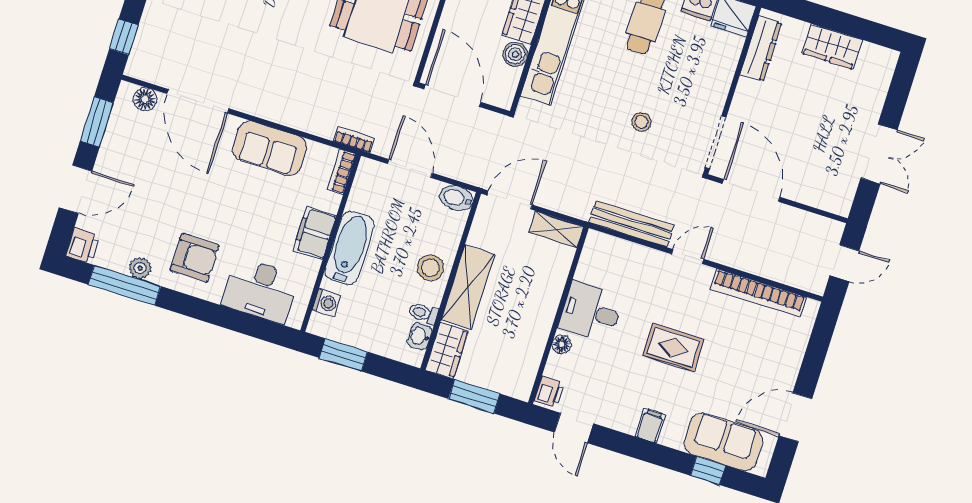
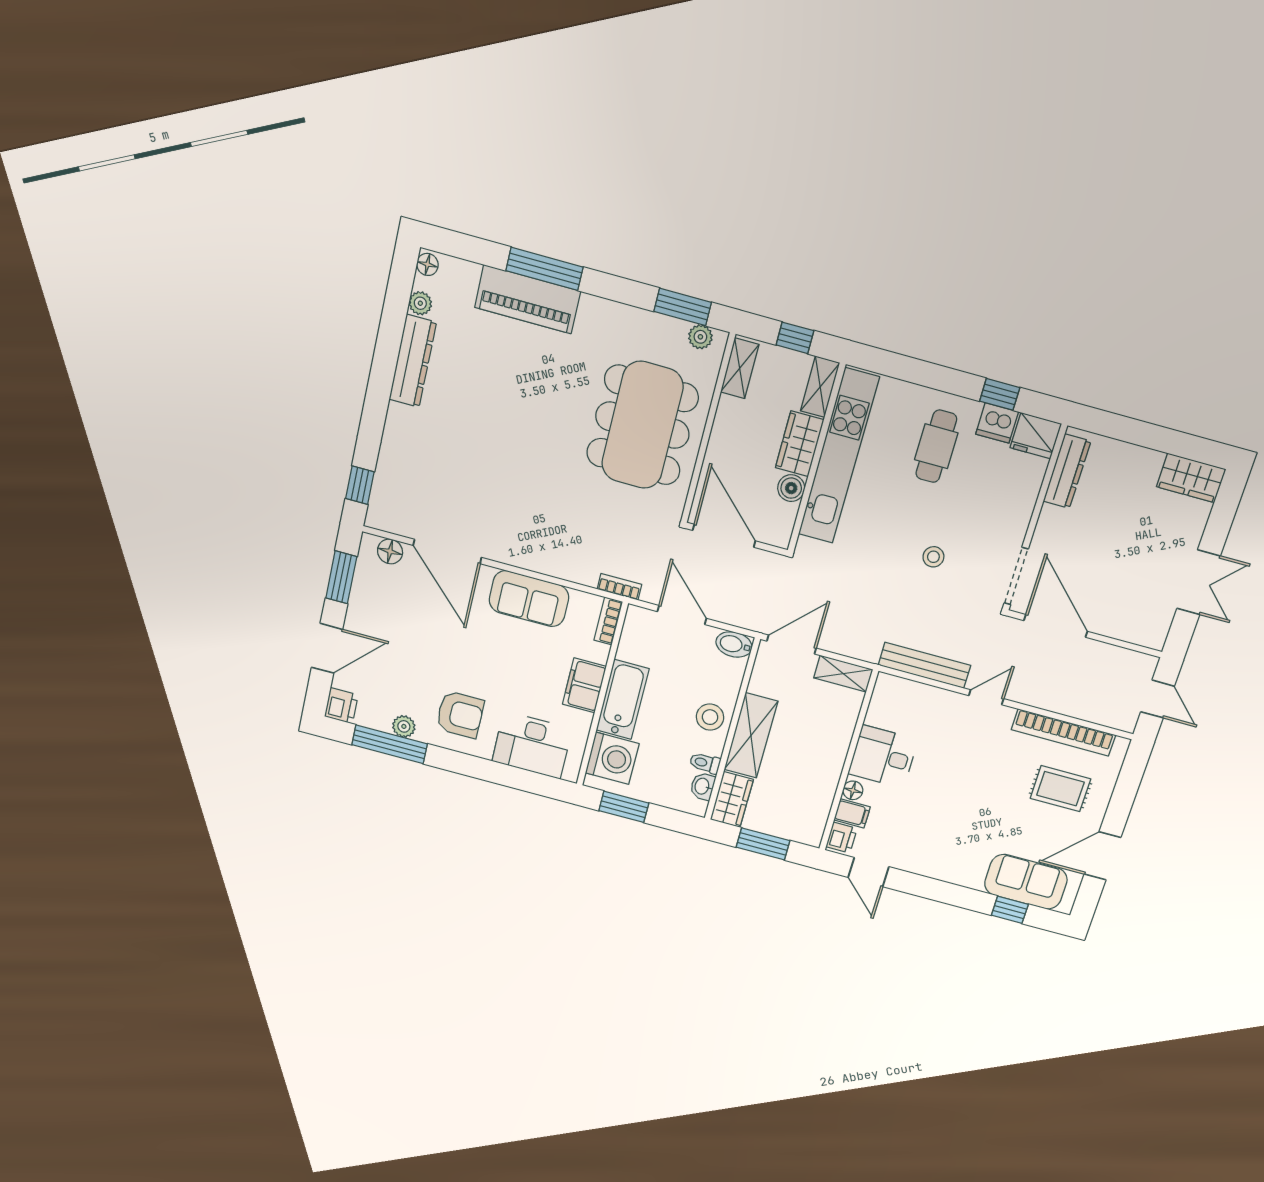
wardrobe: (832, 46) -> (1191, 478), moved
door: (844, 263) -> (1158, 699), hinge flipped
washing machine: (326, 303) -> (612, 758), width x1.89, depth x1.89
rug: (673, 348) -> (1060, 789), moved
filing cabinet: (650, 426) -> (852, 813), moved, turned 90

